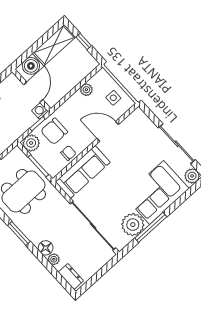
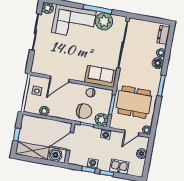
washing machine: (40, 111) -> (106, 134), moved
door: (108, 131) -> (60, 79), hinge flipped
sofa: (83, 172) -> (101, 76), width x0.73

